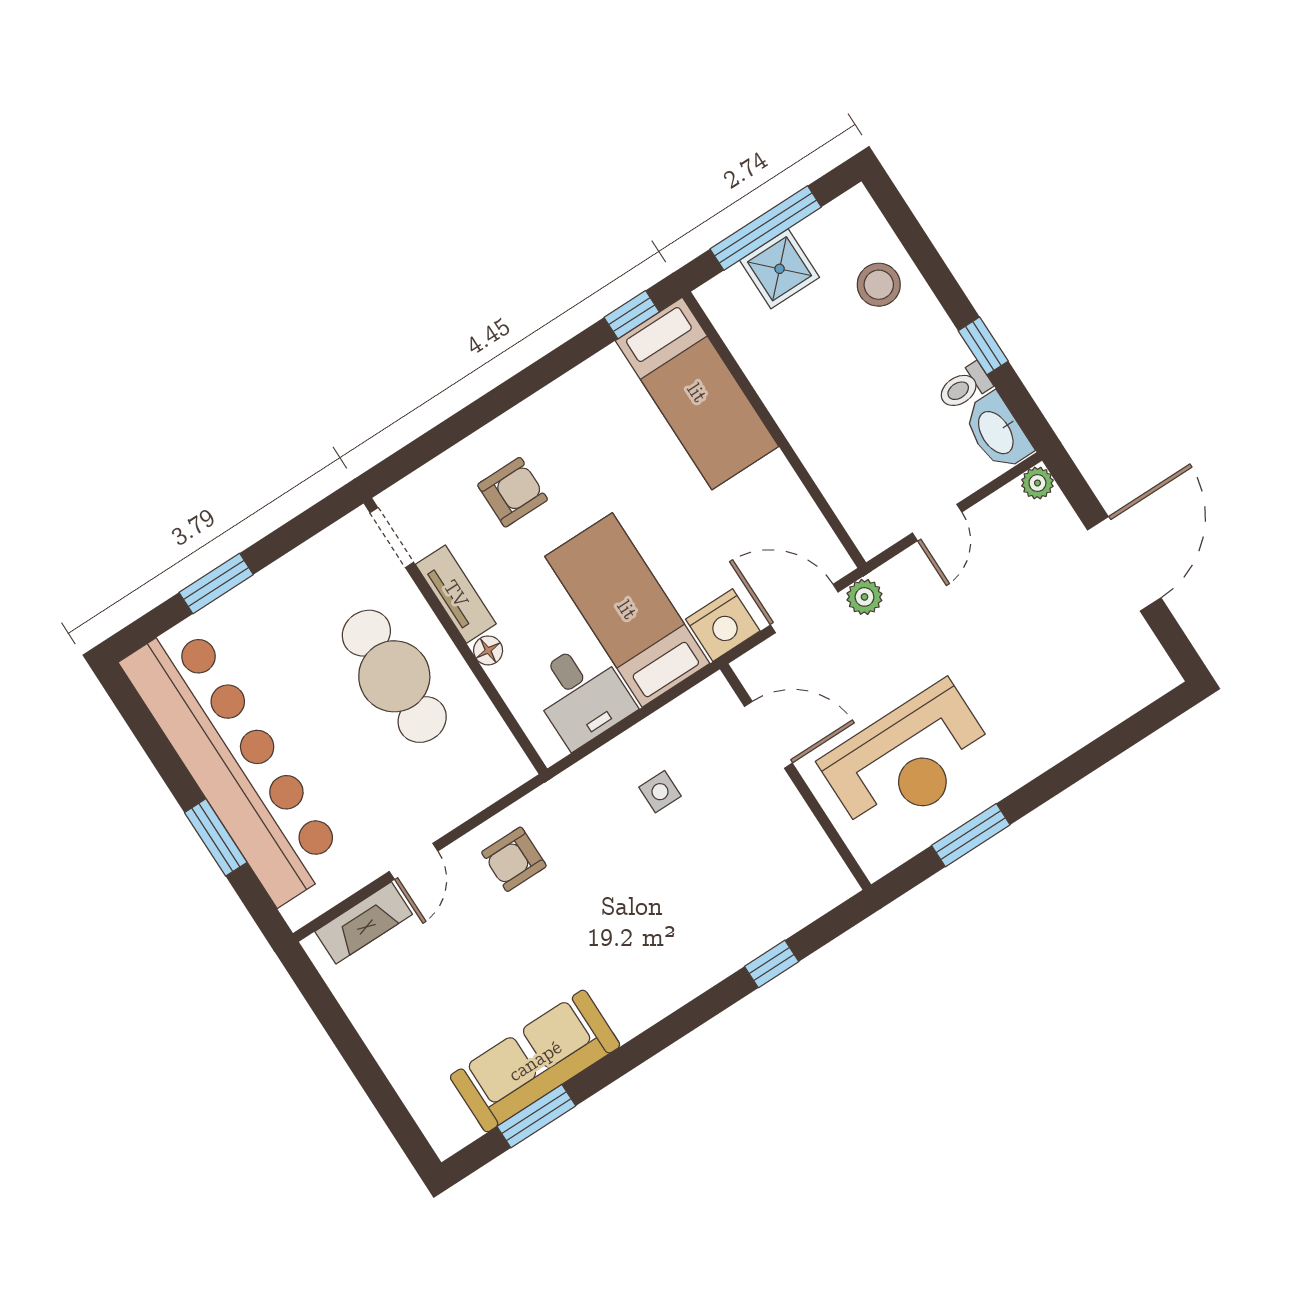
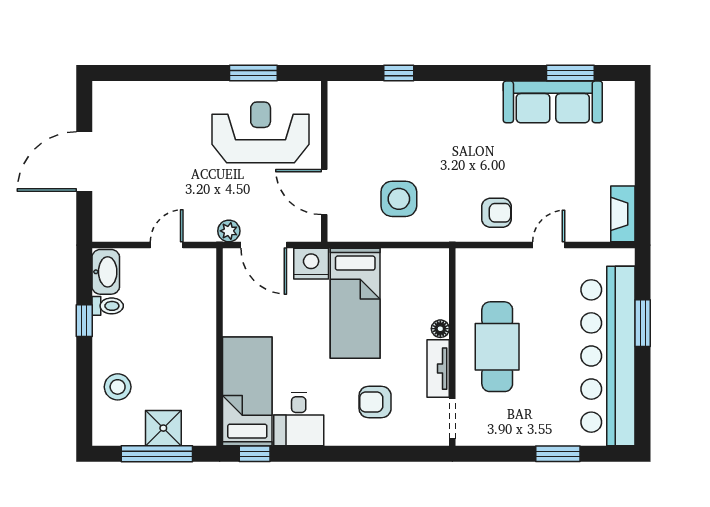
plant: (1037, 483) -> (102, 232), removed
desk: (582, 694) -> (299, 419), moved, turned 180
side table: (660, 792) -> (399, 199), width x1.87, depth x1.87
fireplace: (364, 923) -> (623, 214), moved, turned -90

